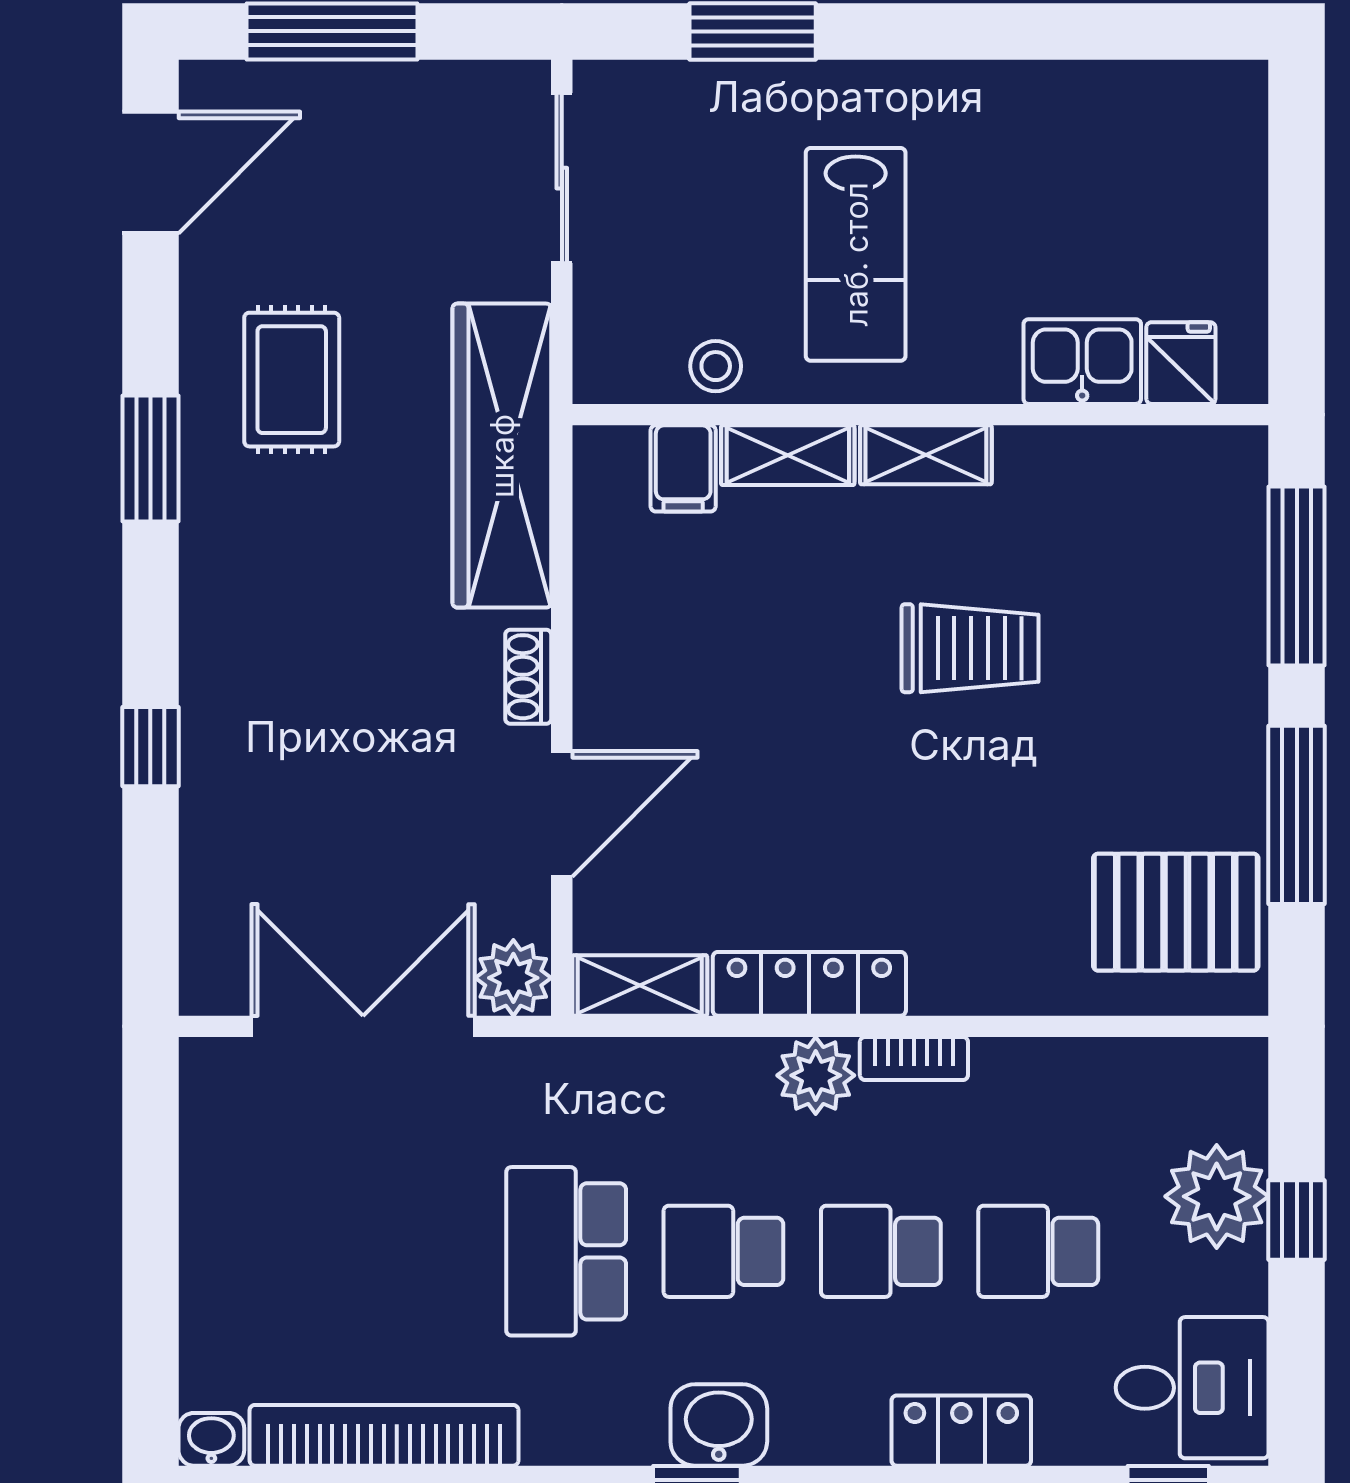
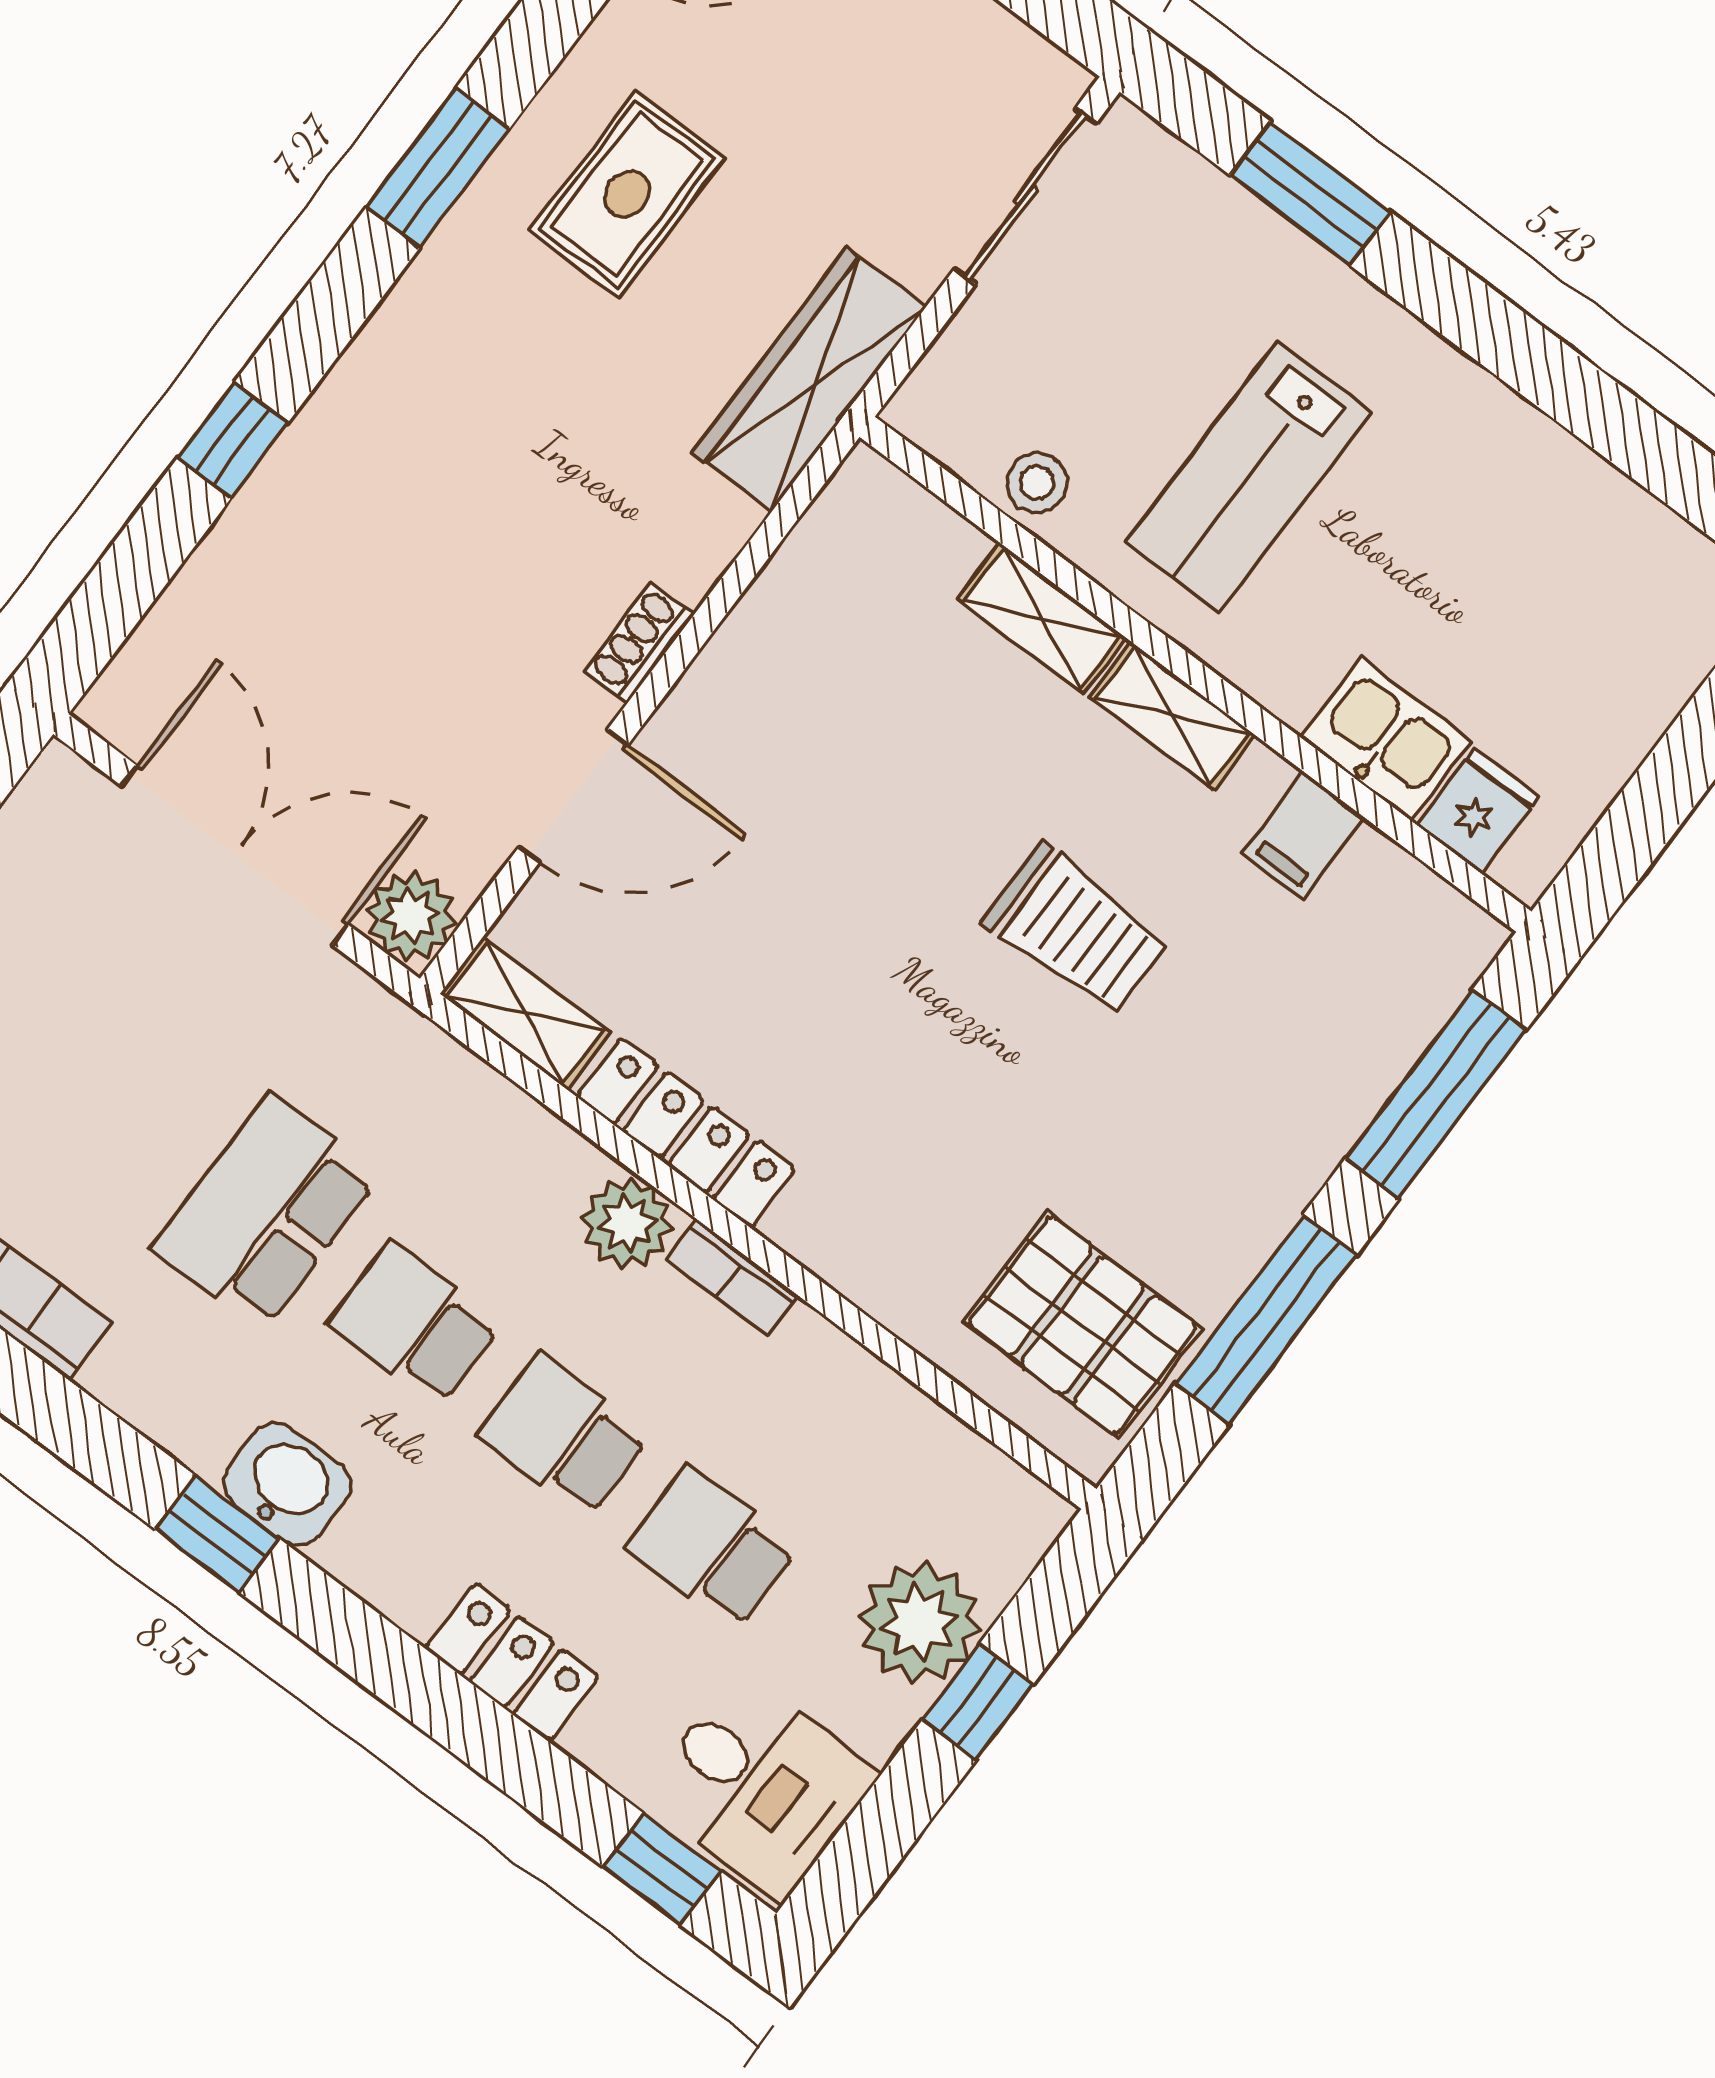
wardrobe: (502, 456) -> (809, 379), width x0.71, depth x0.85
filing cabinet: (683, 468) -> (1304, 835), moved

